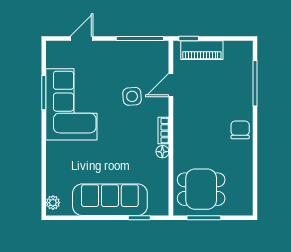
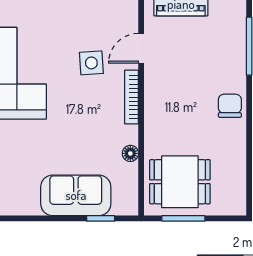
bookcase: (163, 131) -> (132, 97), width x1.56
floor lamp: (162, 152) -> (130, 153), moved
sofa: (110, 200) -> (76, 195), width x0.73

